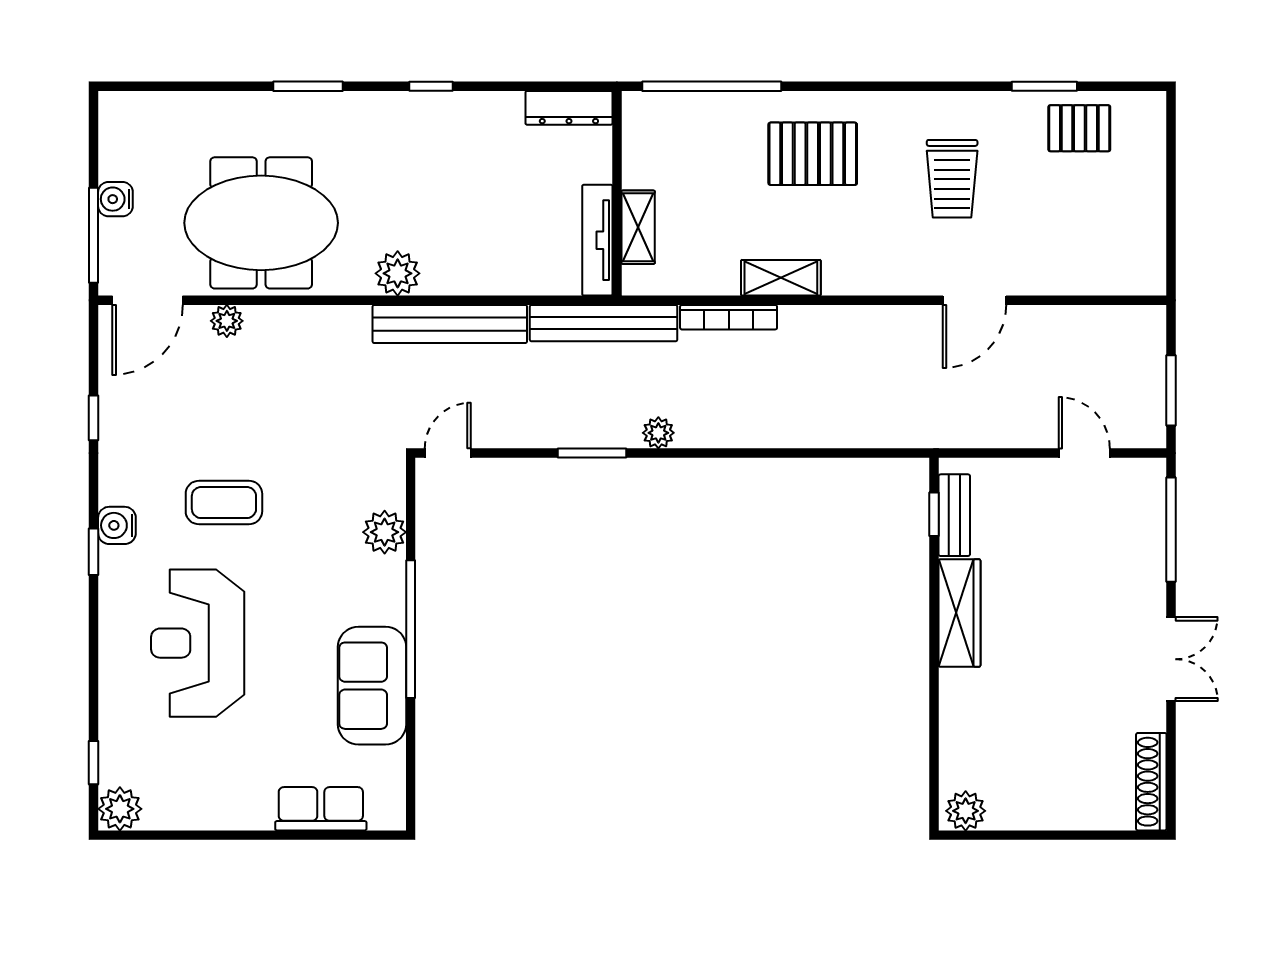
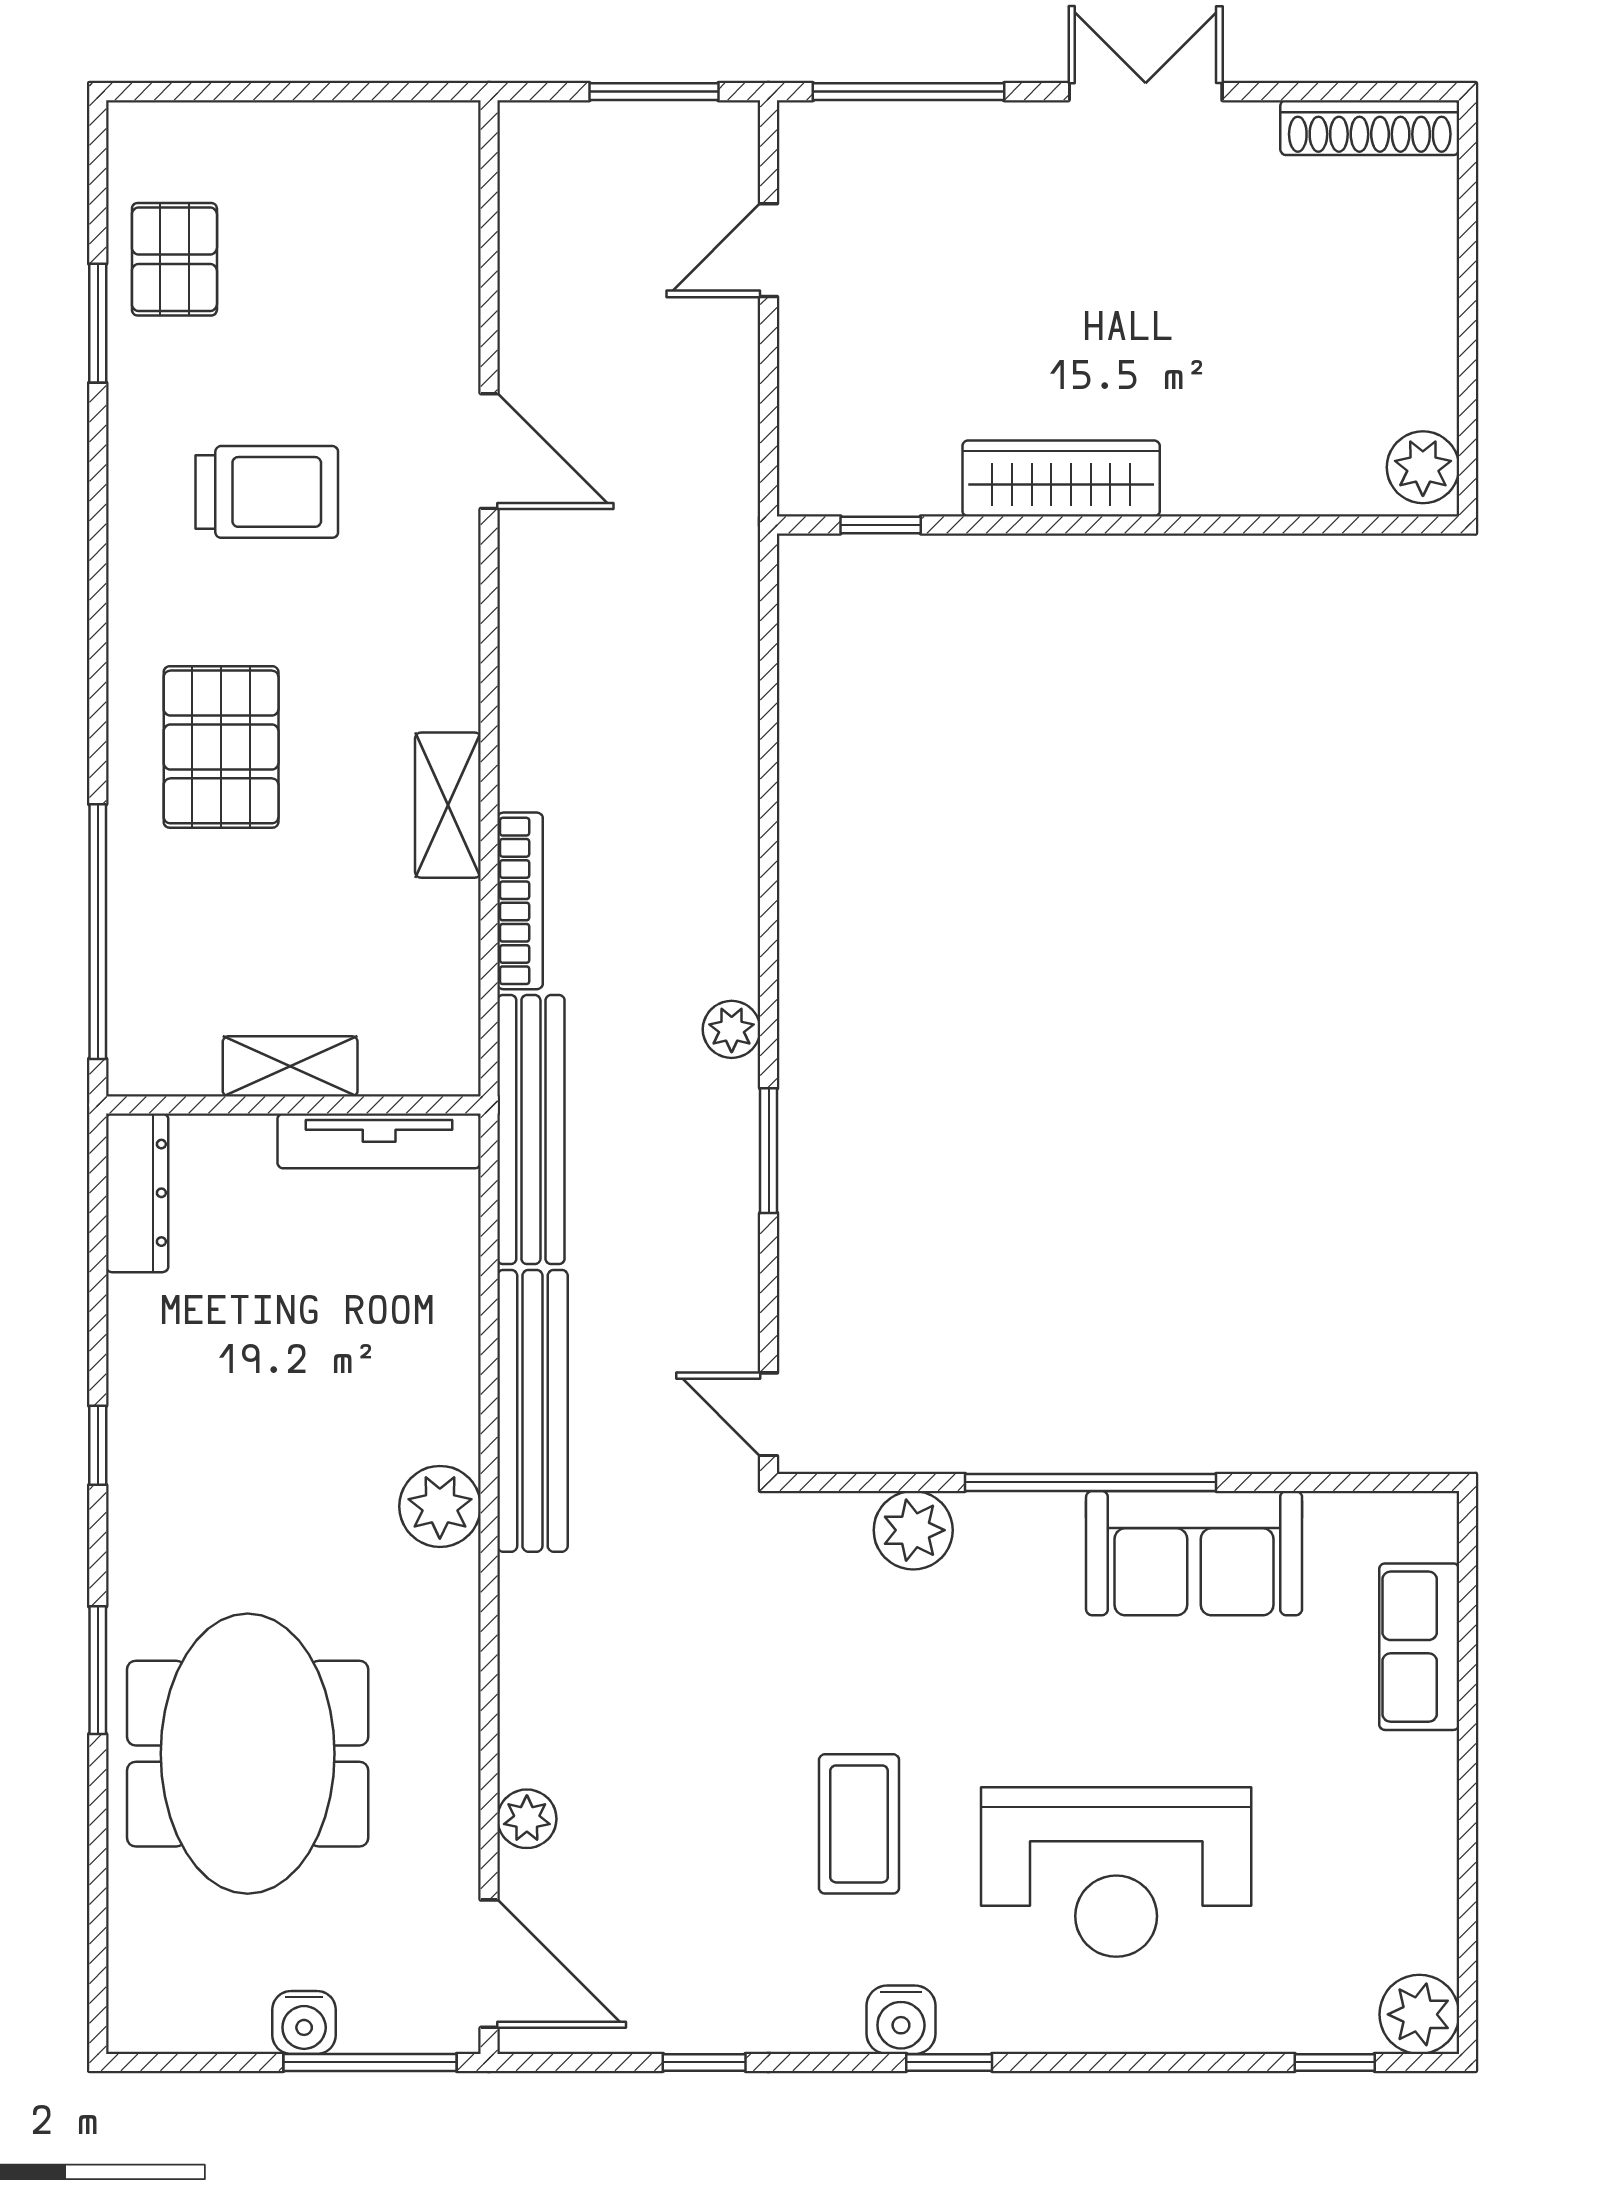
meeting table: (261, 223) -> (248, 1754), moved
shelving: (638, 227) -> (290, 1066), moved
bench: (954, 515) -> (882, 488), removed

